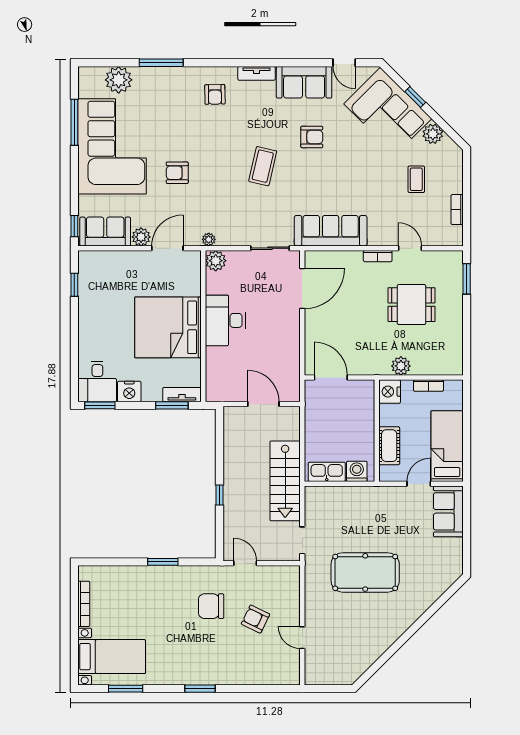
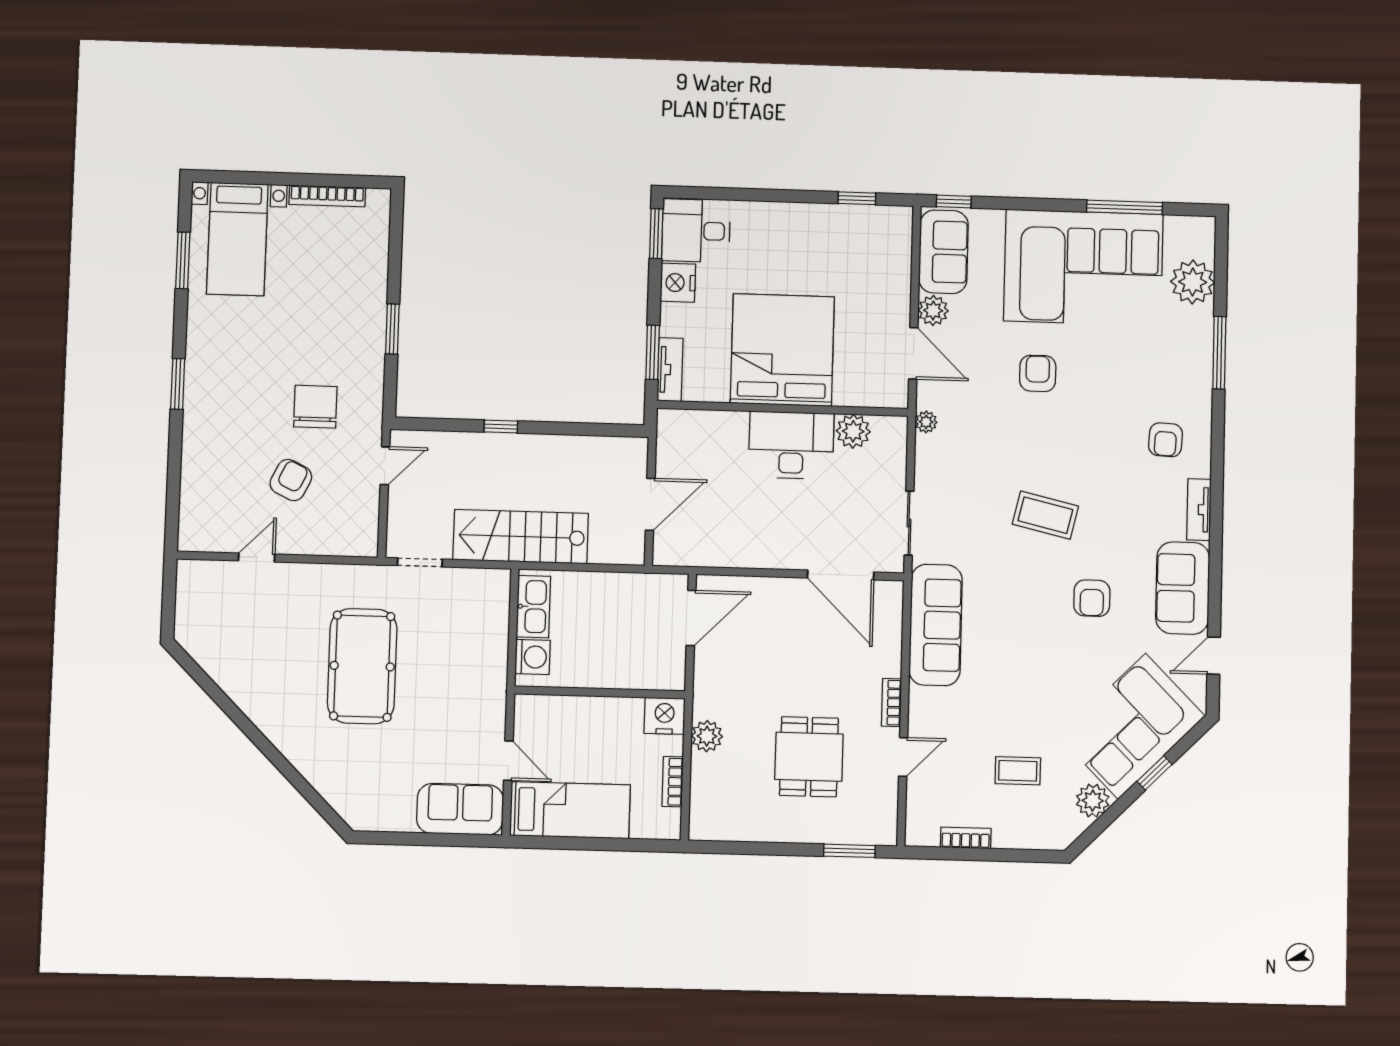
armchair: (215, 94) -> (1166, 440), turned -86
plant: (216, 261) -> (853, 431), moved
cot: (389, 446) -> (574, 713), removed

